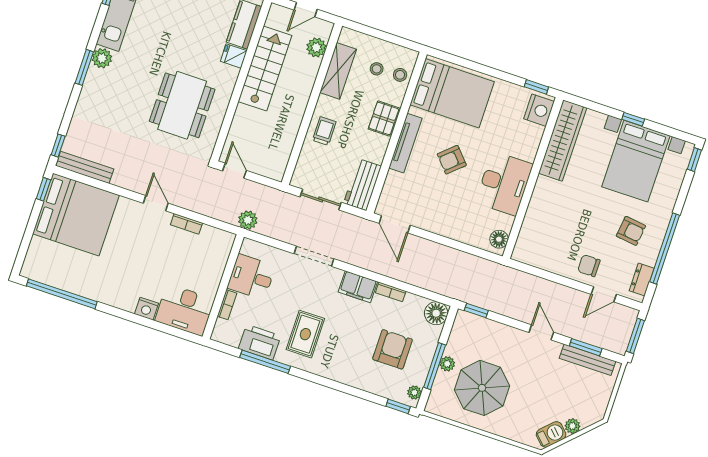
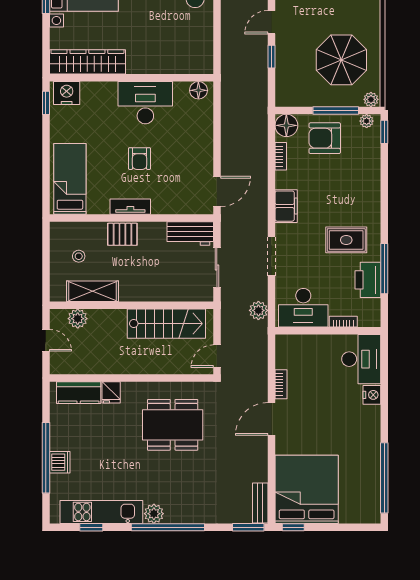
window: (84, 67) -> (168, 527), width x2.11
stairs: (265, 68) -> (166, 324), moved, turned 180
stool: (400, 75) -> (77, 233), removed
bed: (452, 93) -> (70, 179), width x0.67
trolley: (324, 131) -> (152, 285), removed
tv unit: (405, 143) -> (130, 207), width x0.71
window: (58, 146) -> (248, 527), width x1.50
armchair: (452, 160) -> (139, 159), turned 42
bench: (85, 167) -> (260, 503), width x0.73
door: (156, 203) -> (272, 419), width x1.38
plant: (248, 220) -> (258, 310), moved
desk: (251, 277) -> (303, 308), width x1.37
bookcase: (391, 292) -> (281, 156), moved
window: (476, 311) -> (272, 57), moved
armchair: (392, 349) -> (325, 138), moved
plant: (447, 364) -> (371, 99), moved

